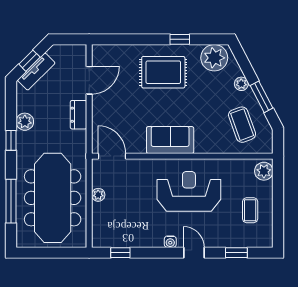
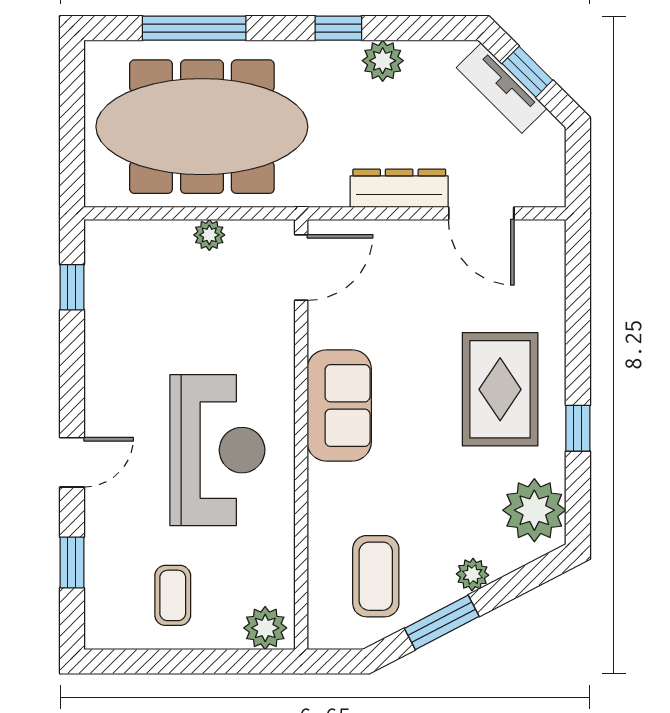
dresser: (79, 115) -> (399, 188), width x1.44
coffee table: (242, 125) -> (376, 576), turned -70
coffee table: (250, 210) -> (173, 595), turned 90
water cooler: (170, 242) -> (98, 406), removed

